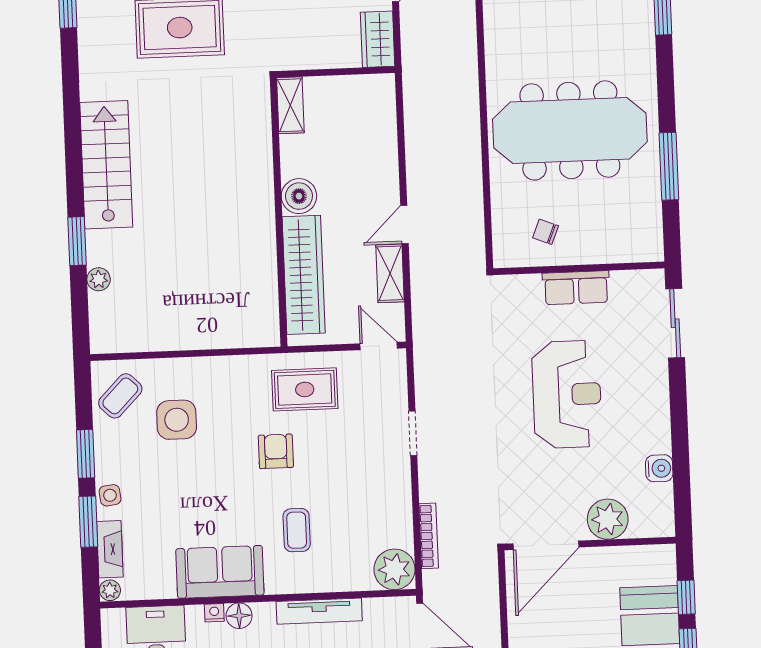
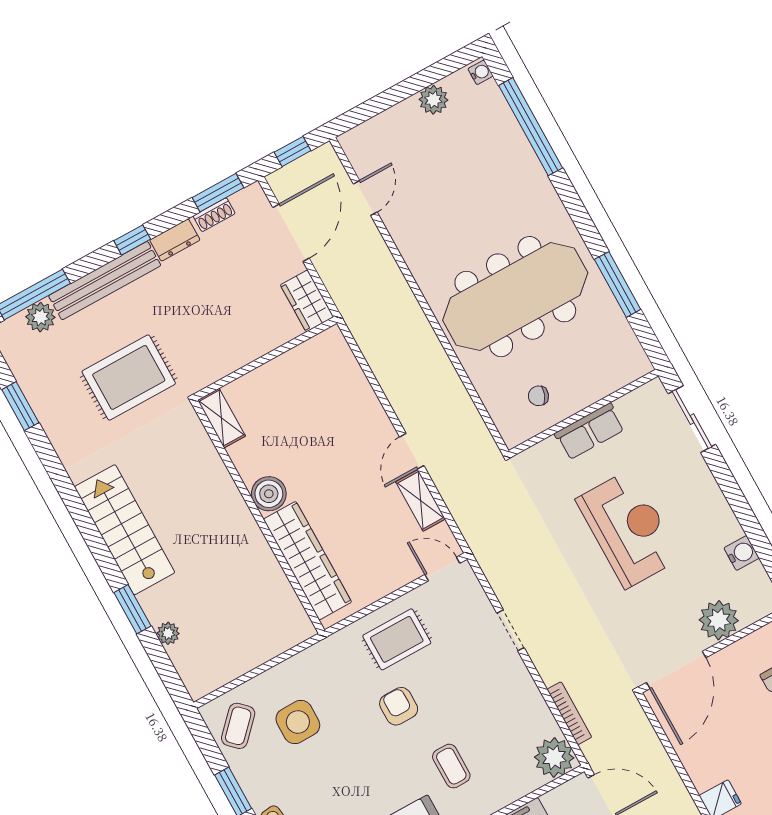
shelving: (290, 105) -> (221, 418), moved
boiler: (299, 196) -> (269, 494), moved
wall: (279, 212) -> (258, 517), moved
wardrobe: (304, 275) -> (307, 561), moved

